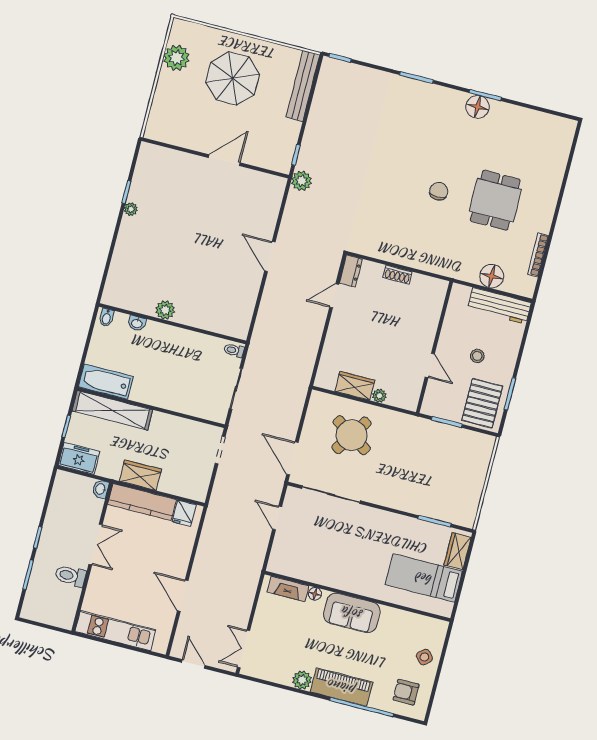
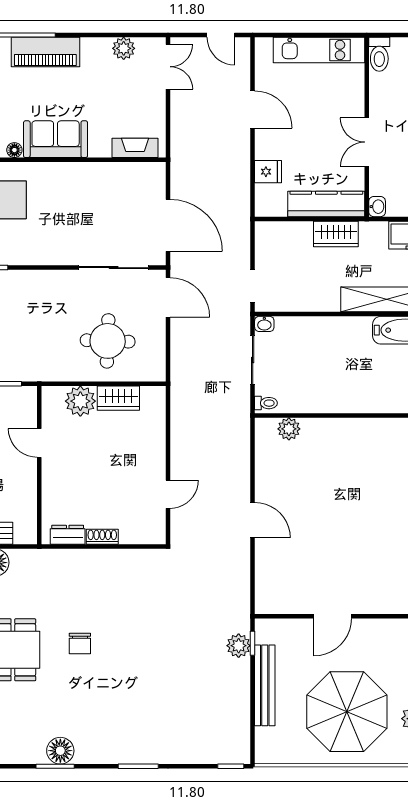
parasol: (233, 78) -> (347, 712), width x1.36, depth x1.36
bench: (303, 86) -> (265, 685), moved
plant: (302, 181) -> (239, 646), moved
dresser: (351, 271) -> (68, 535), moved, turned 90
plant: (165, 310) -> (289, 429), moved
washbasin: (137, 323) -> (264, 324), moved, turned 180
plant: (379, 396) -> (80, 401), width x1.88, depth x1.88
round table: (352, 435) -> (108, 341), turned -31
fridge: (184, 513) -> (268, 172), moved, turned 90
door: (277, 518) -> (168, 225), width x1.87
toilet: (70, 576) -> (379, 54), moved, turned 90
floor lamp: (315, 594) -> (14, 150), moved
plant: (302, 680) -> (124, 48), moved

